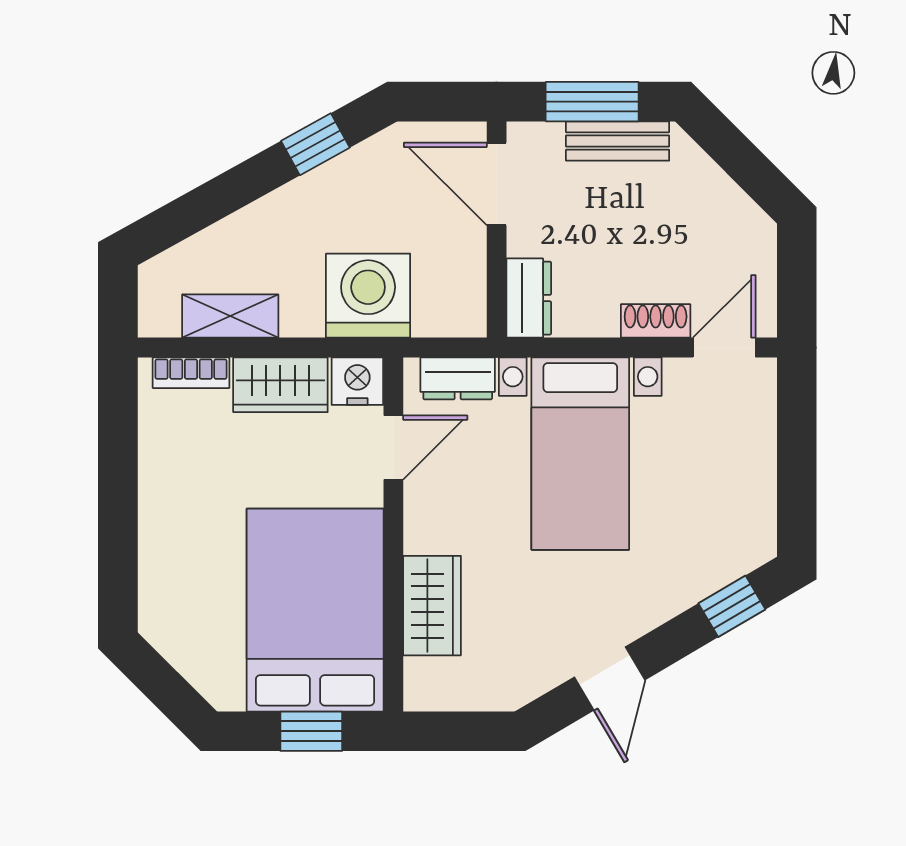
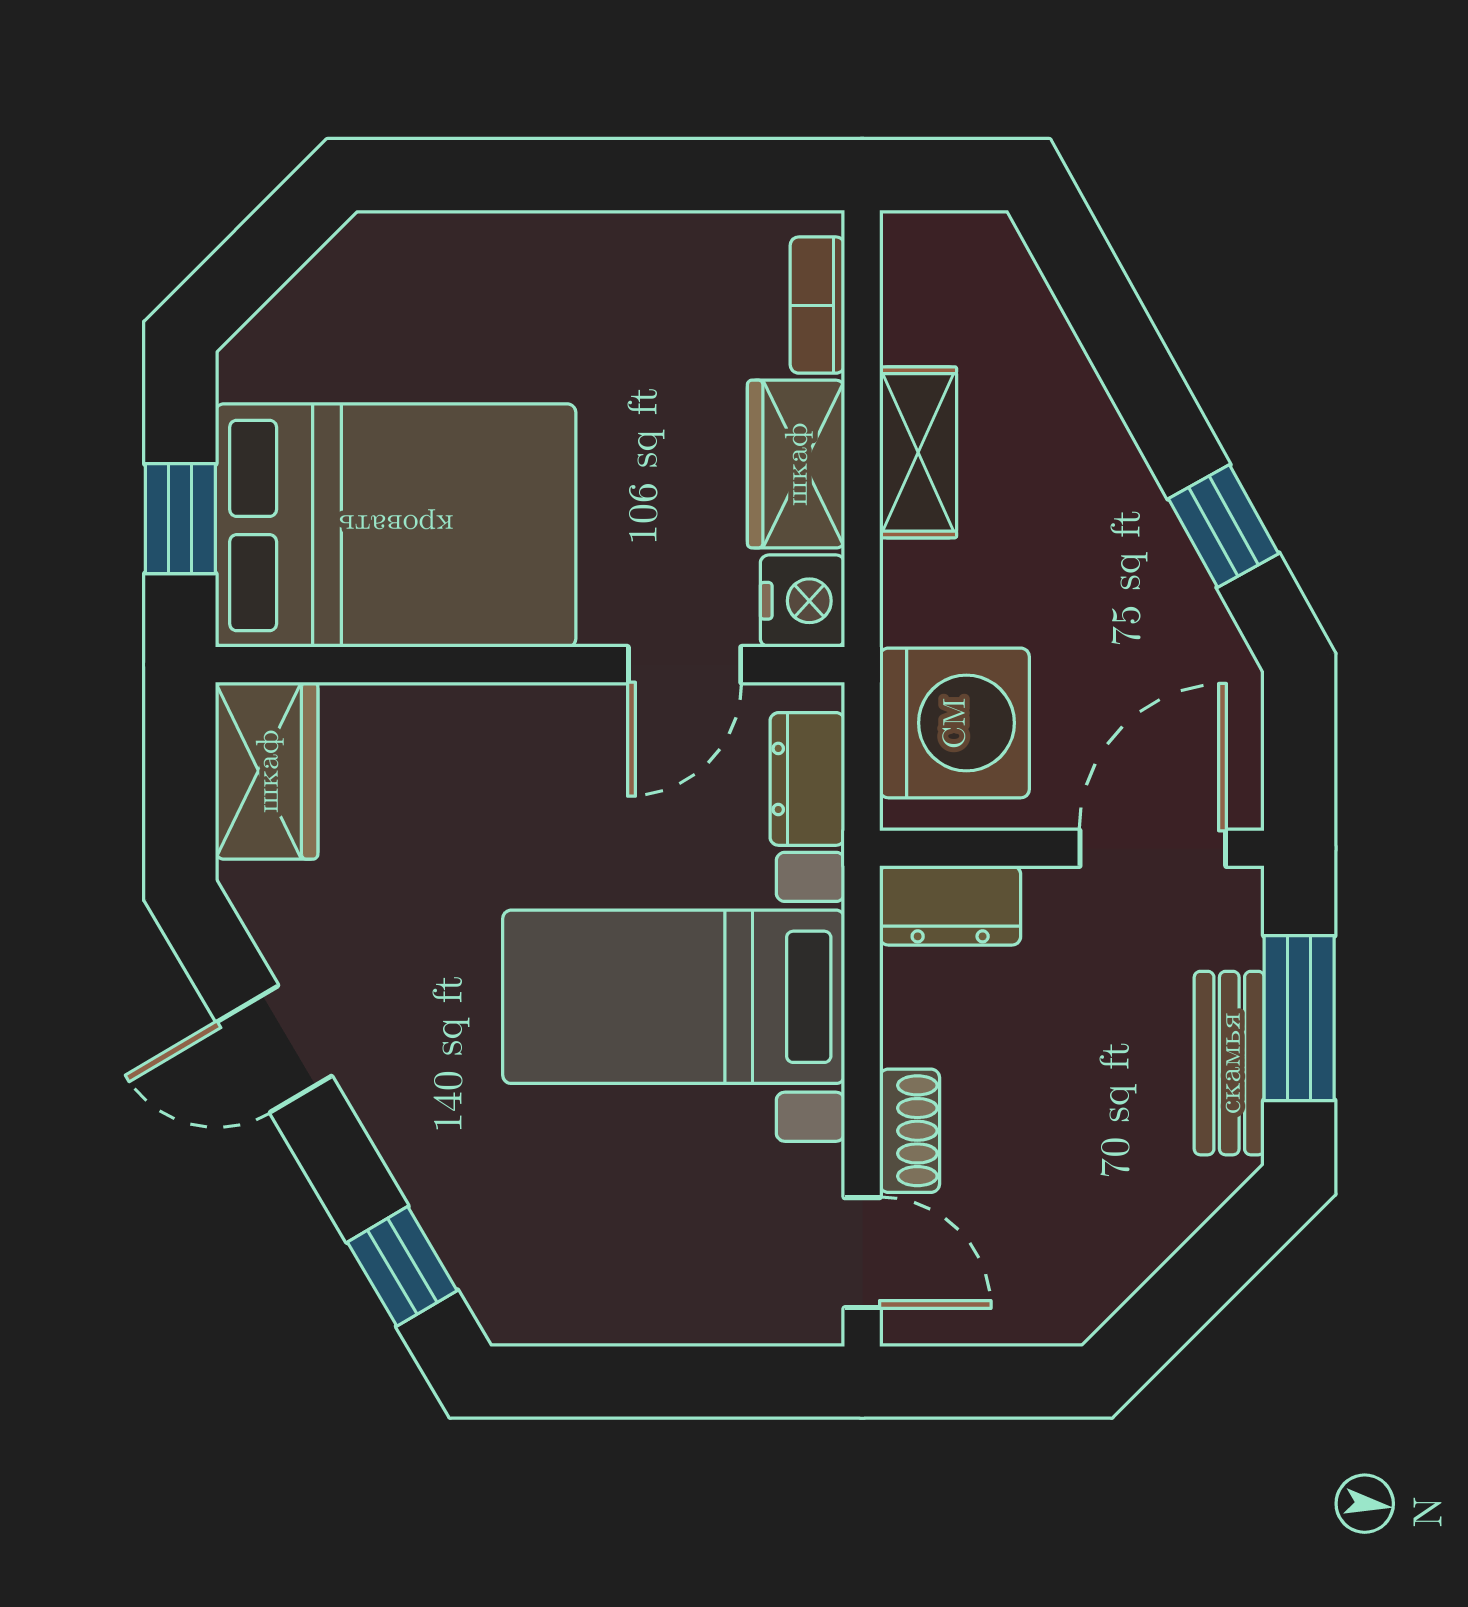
washing machine: (368, 296) -> (954, 723), moved
shelving: (230, 316) -> (918, 452), moved
door: (393, 447) -> (685, 665), hinge flipped
wardrobe: (432, 606) -> (267, 771), moved, turned -90

